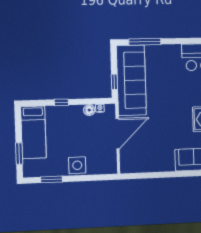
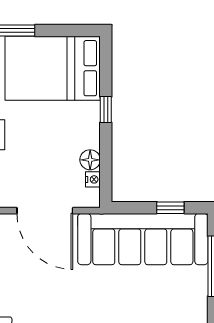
window: (114, 82) -> (170, 208), moved
bed: (33, 132) -> (53, 68), width x1.50

